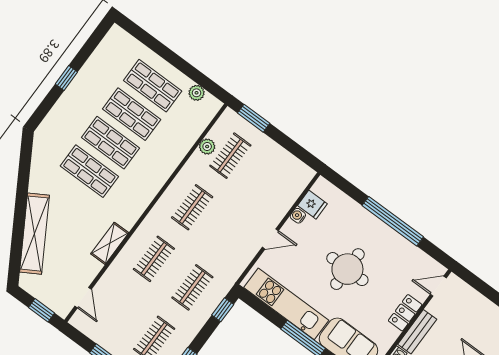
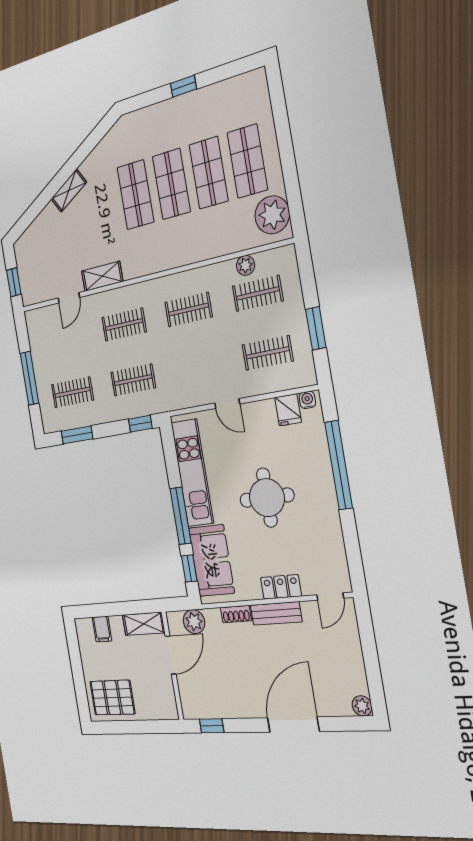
plant: (197, 93) -> (272, 215), width x1.87, depth x1.87
window: (254, 118) -> (316, 328), moved
clothes rail: (269, 184) -> (268, 353), added
water cooler: (298, 216) -> (307, 400), moved
window: (393, 221) -> (339, 465), moved
shelving: (35, 234) -> (69, 190), width x0.45, depth x0.75
door: (438, 286) -> (330, 597), swing flipped
door: (83, 298) -> (69, 298), moved

